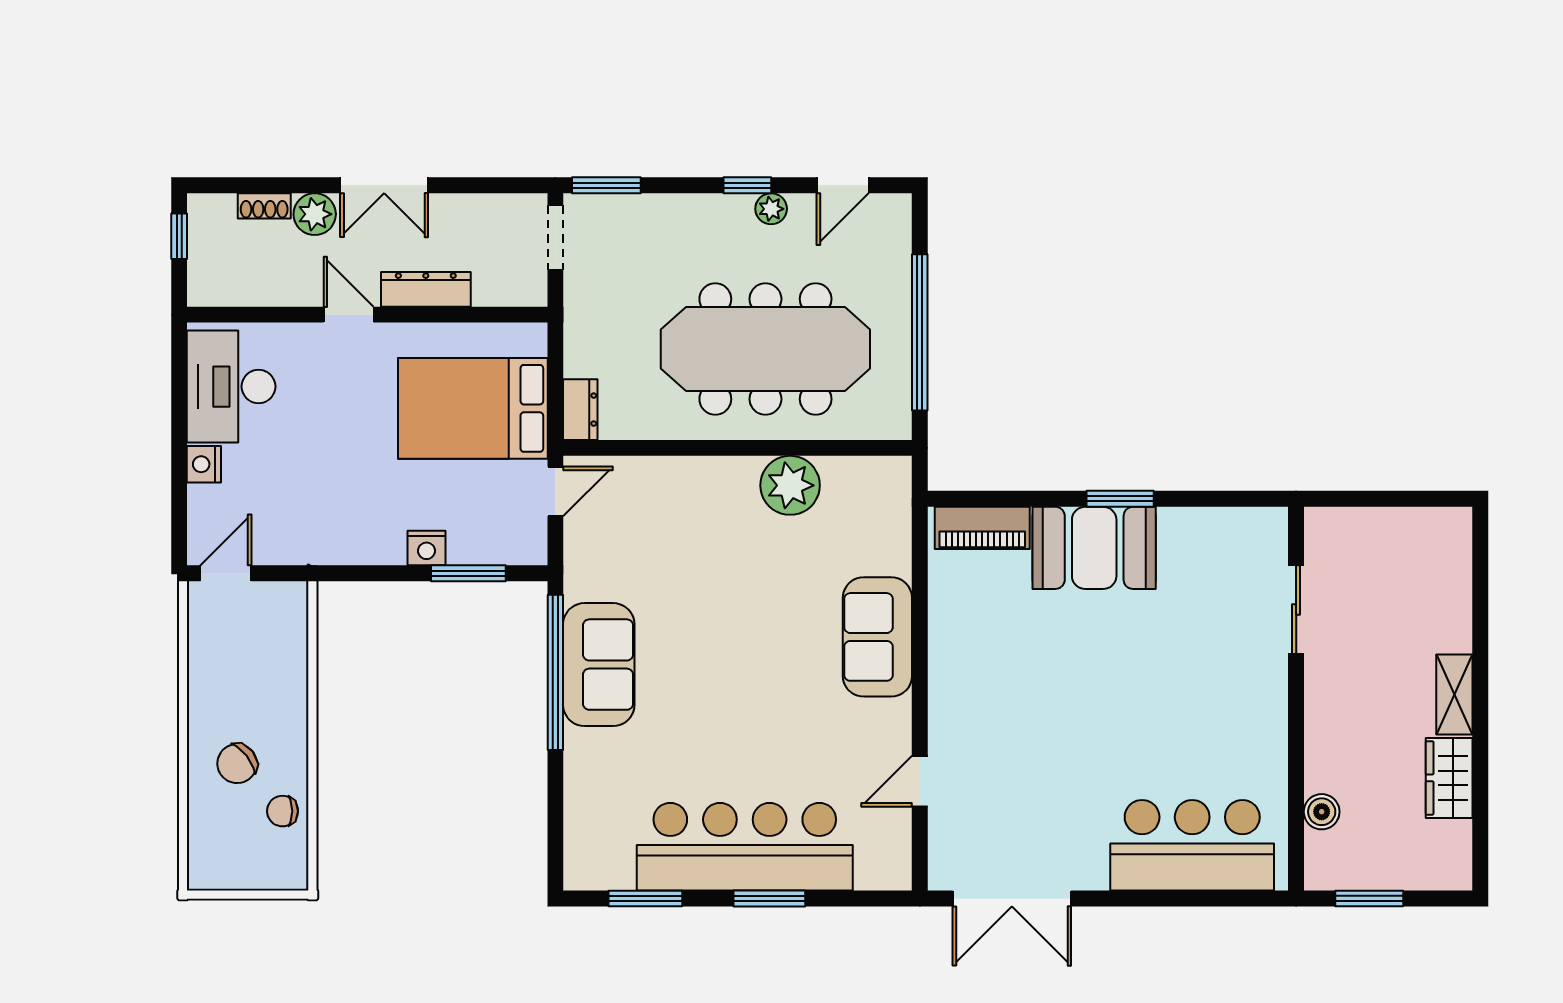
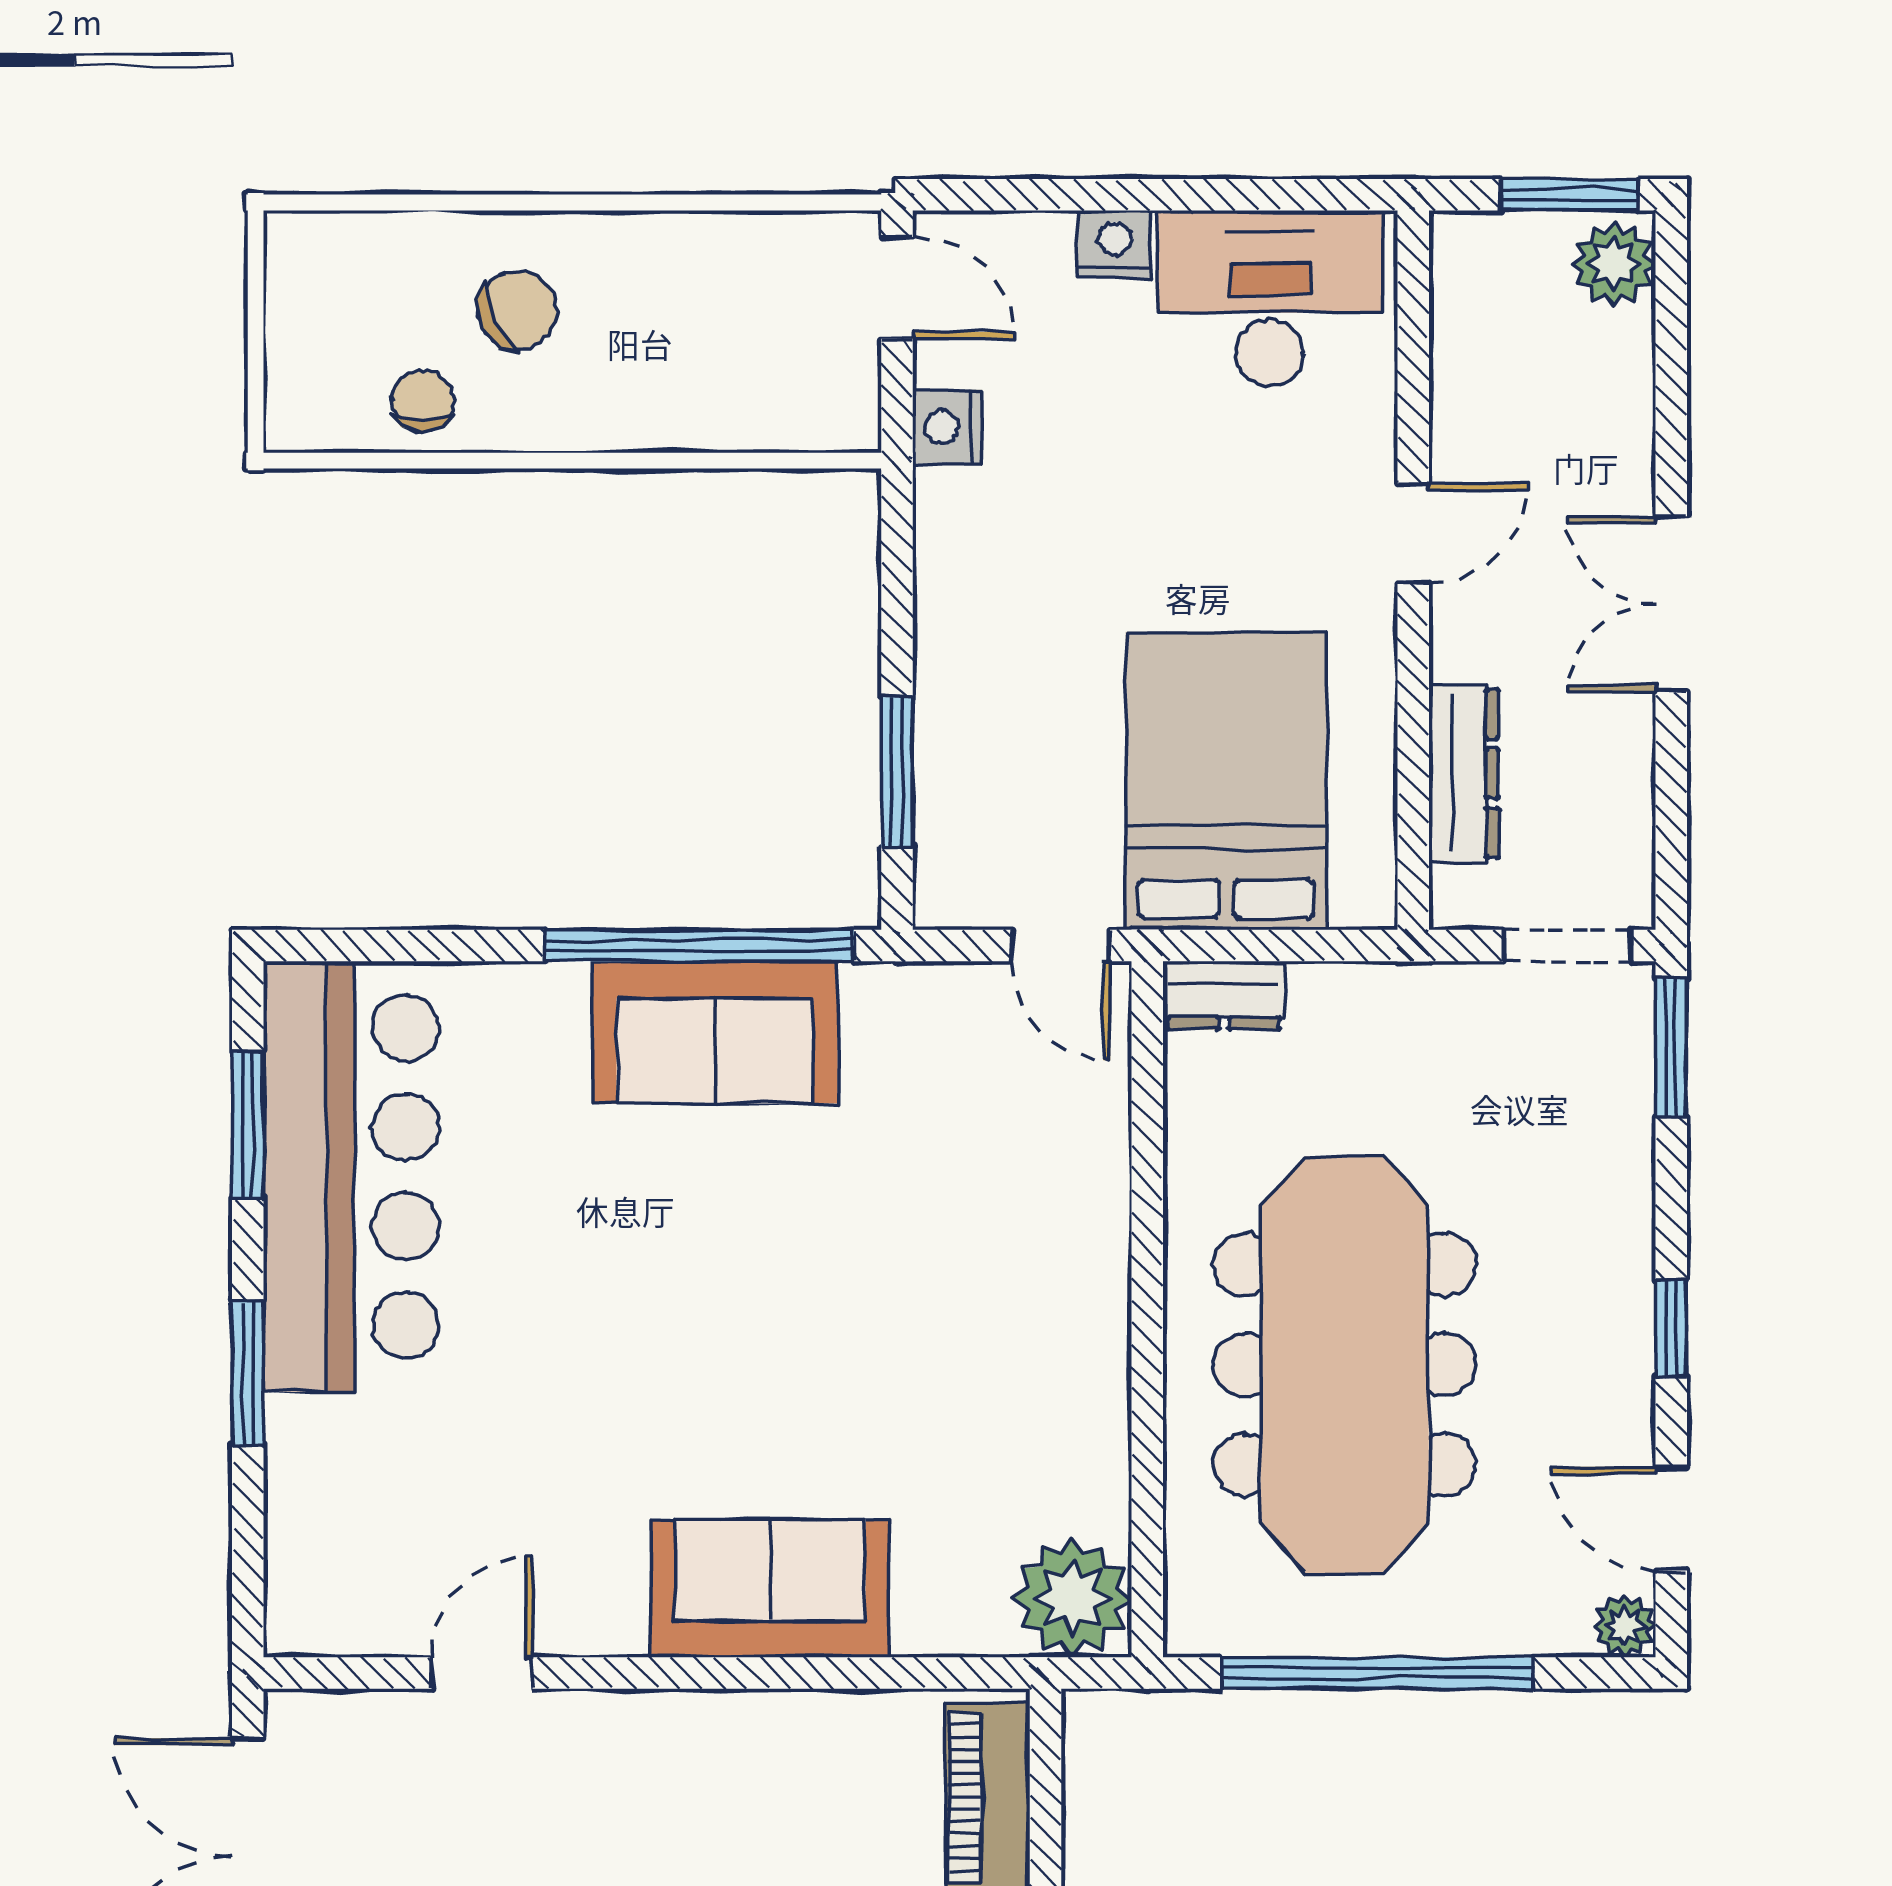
shoe rack: (264, 206) -> (1630, 364), removed
plant: (771, 209) -> (1624, 1626), moved
plant: (315, 214) -> (1614, 264), moved
window: (179, 236) -> (1569, 195), width x1.50
dresser: (426, 289) -> (1464, 773), moved
plant: (790, 485) -> (1073, 1598), moved
nightstand: (427, 548) -> (947, 427), moved
chair: (237, 764) -> (517, 310), turned 102
door: (920, 781) -> (482, 1673), hinge flipped
bar counter: (745, 847) -> (351, 1177), moved

